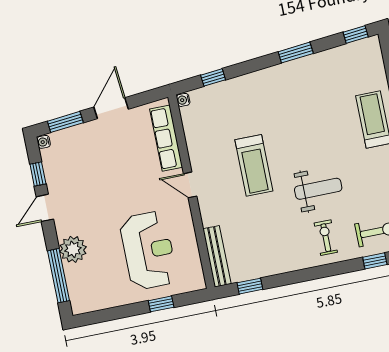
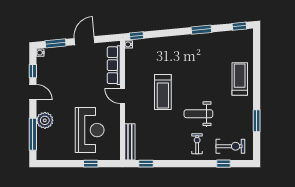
window: (213, 77) -> (137, 36), moved
weight bench: (318, 189) -> (198, 114), turned 180
door: (45, 208) -> (33, 92), swing flipped

